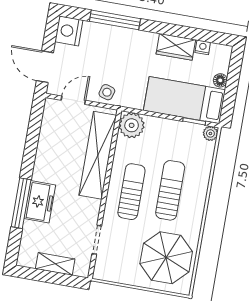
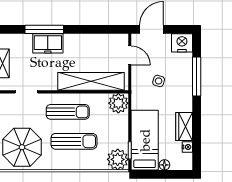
side table: (107, 92) -> (159, 81), moved
plant: (210, 133) -> (118, 159), width x1.88, depth x1.88

